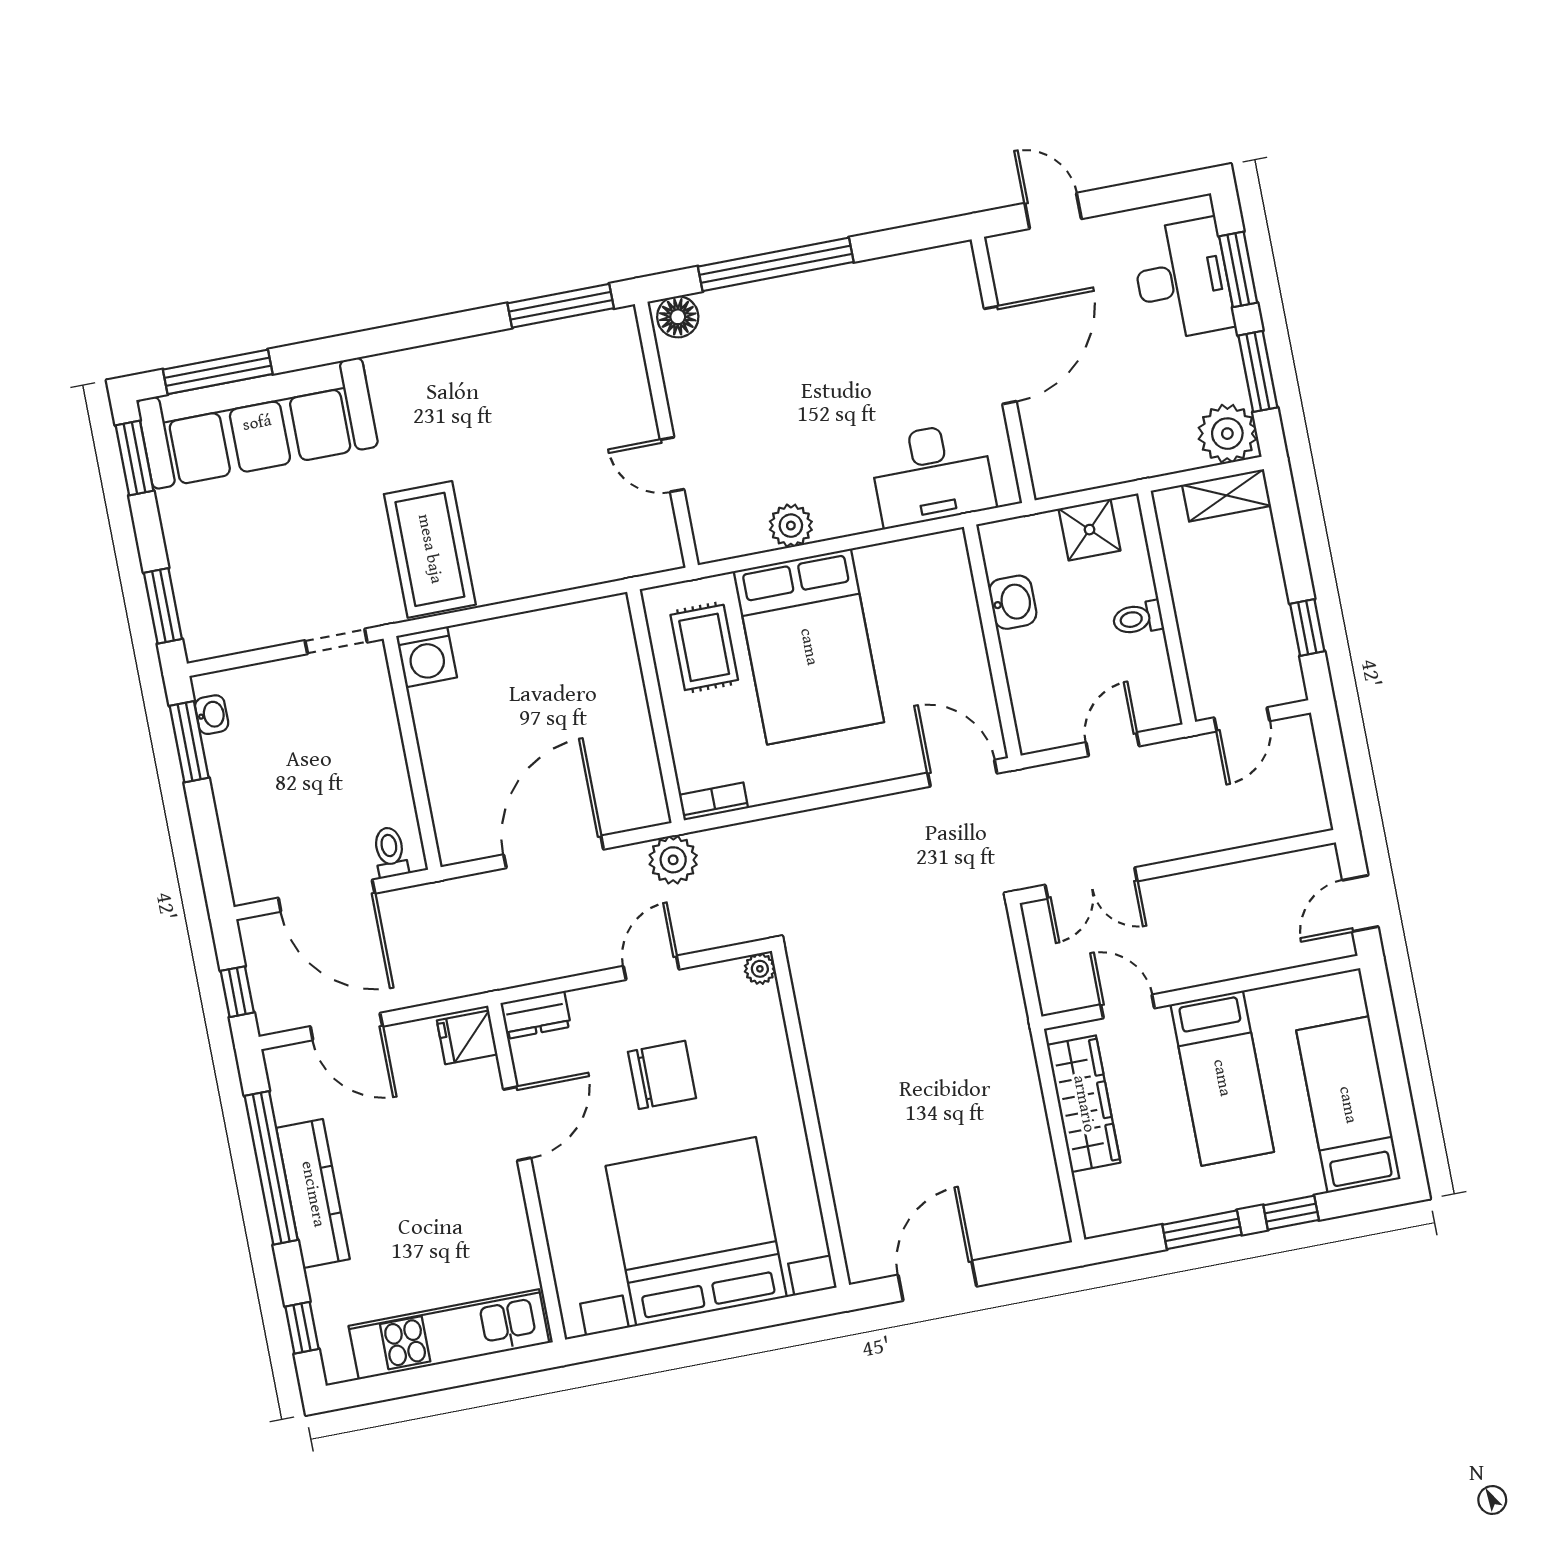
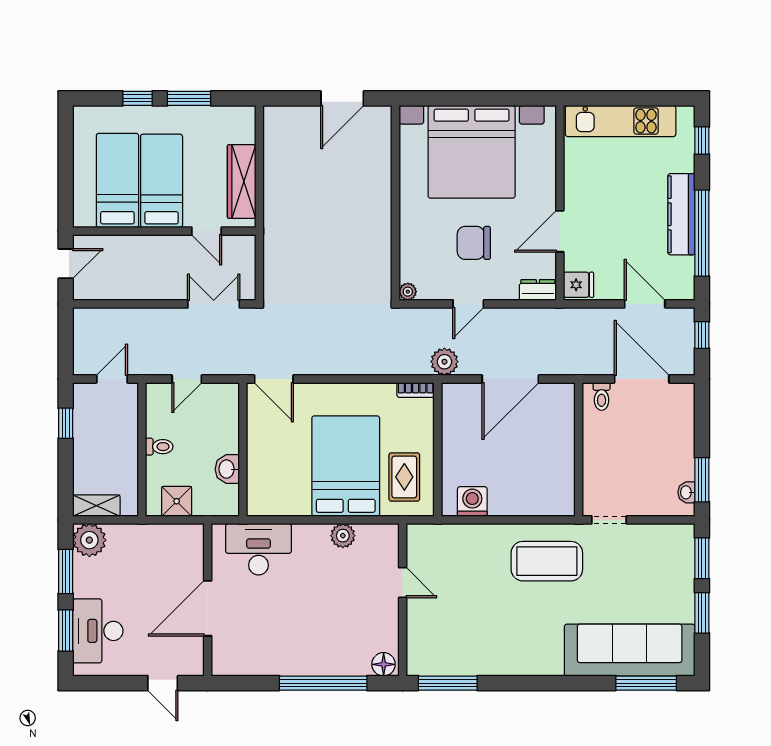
window: (134, 458) -> (702, 613), moved
coffee table: (430, 549) -> (547, 561), turned 90
washing machine: (426, 657) -> (472, 502), moved
bed: (1348, 1105) -> (117, 181), moved, turned 180

